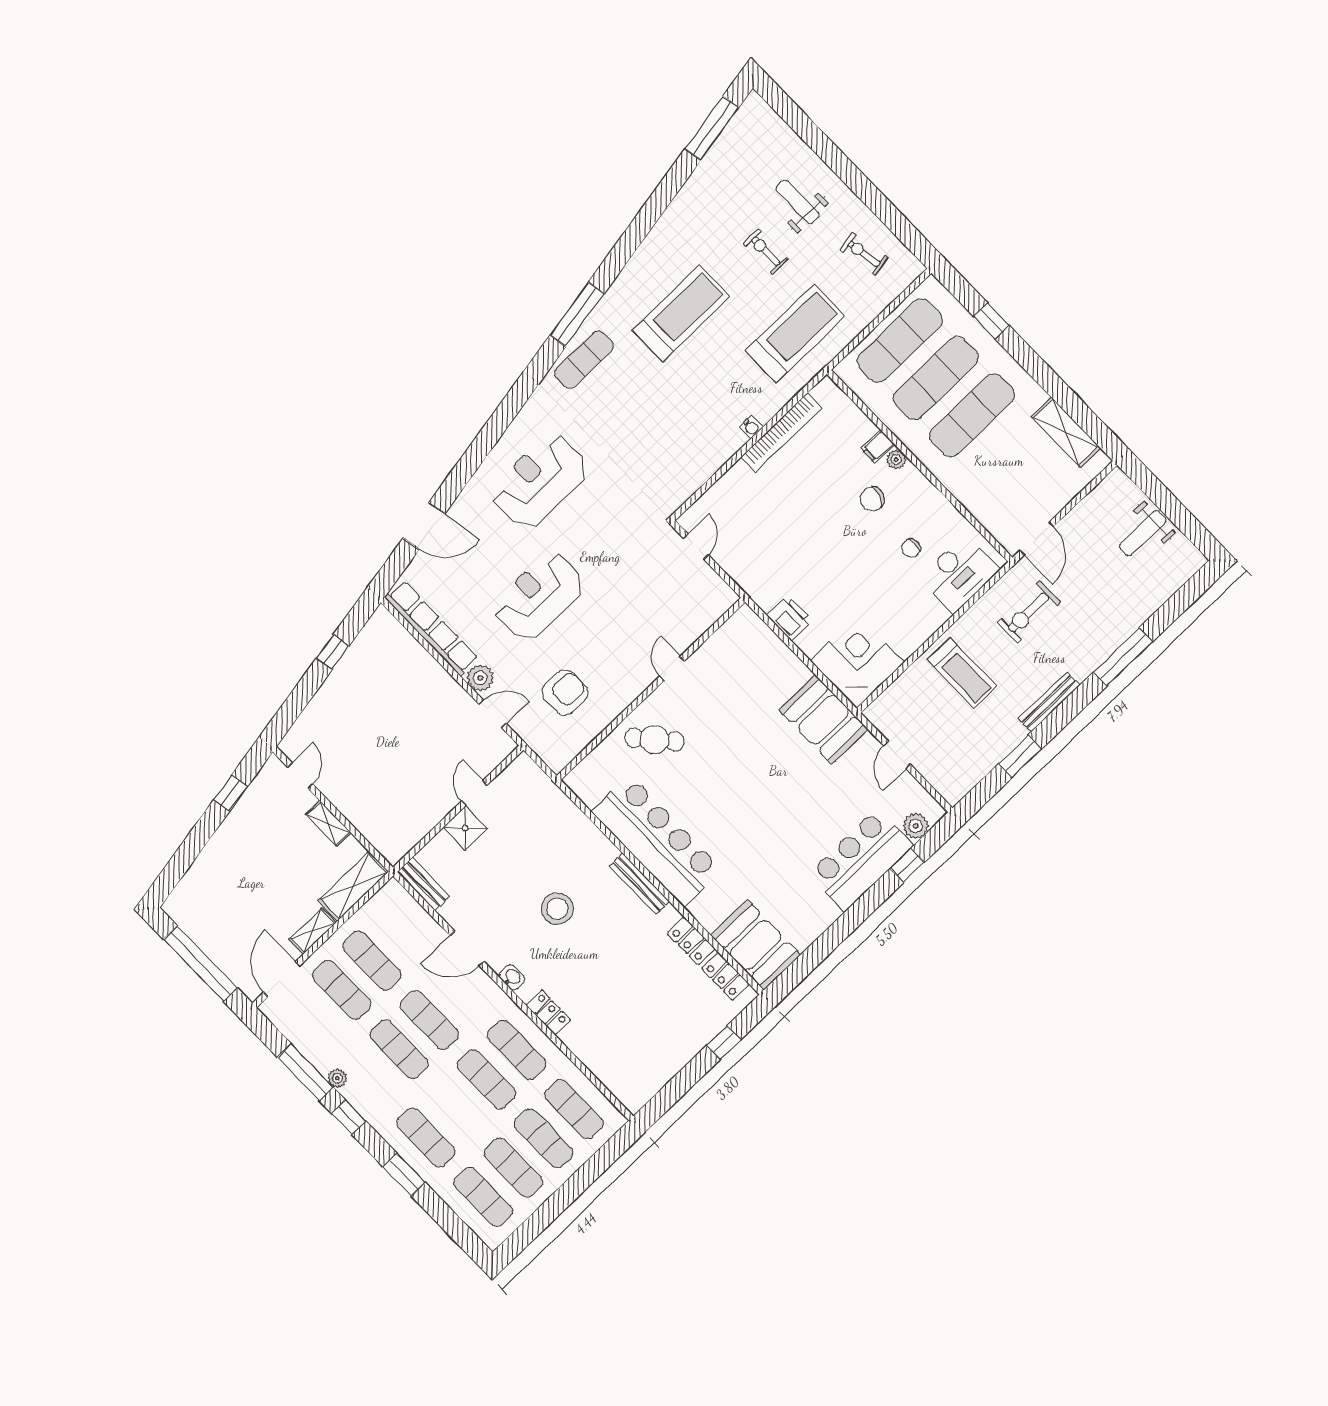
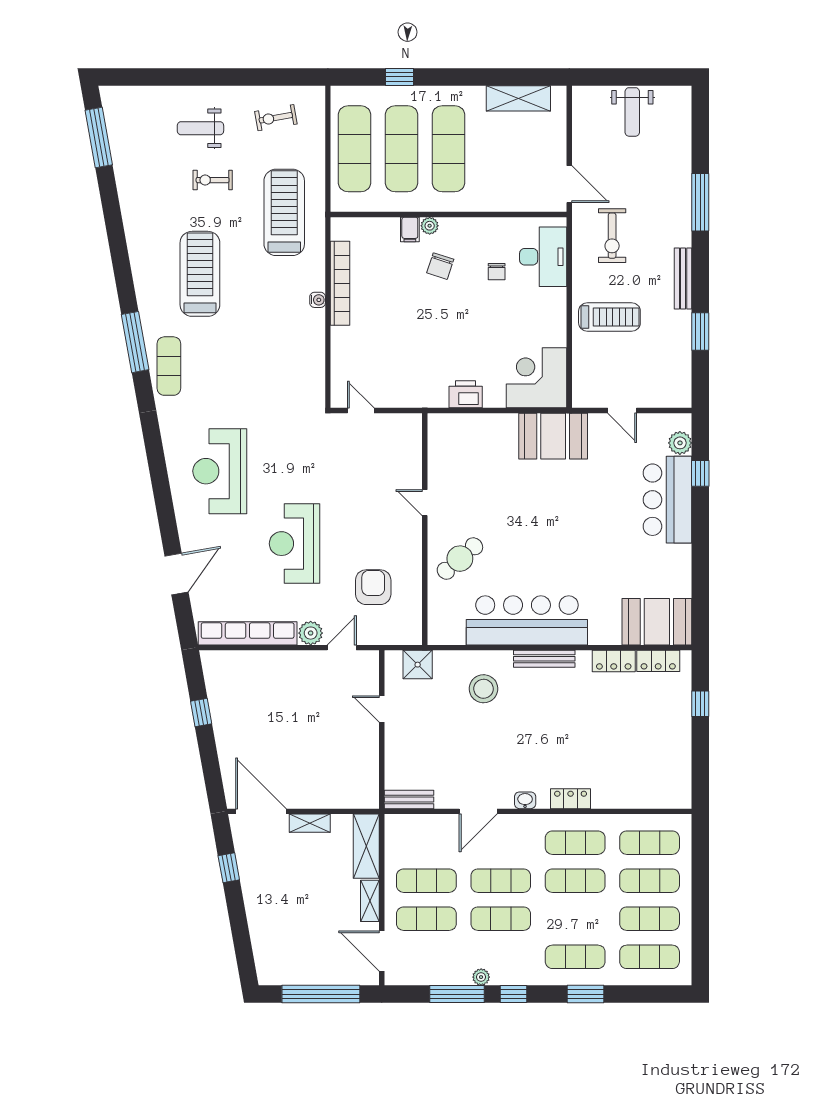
door: (300, 776) -> (261, 811), width x1.88
shower: (465, 828) -> (418, 665), moved
stool: (557, 909) -> (484, 689), moved

